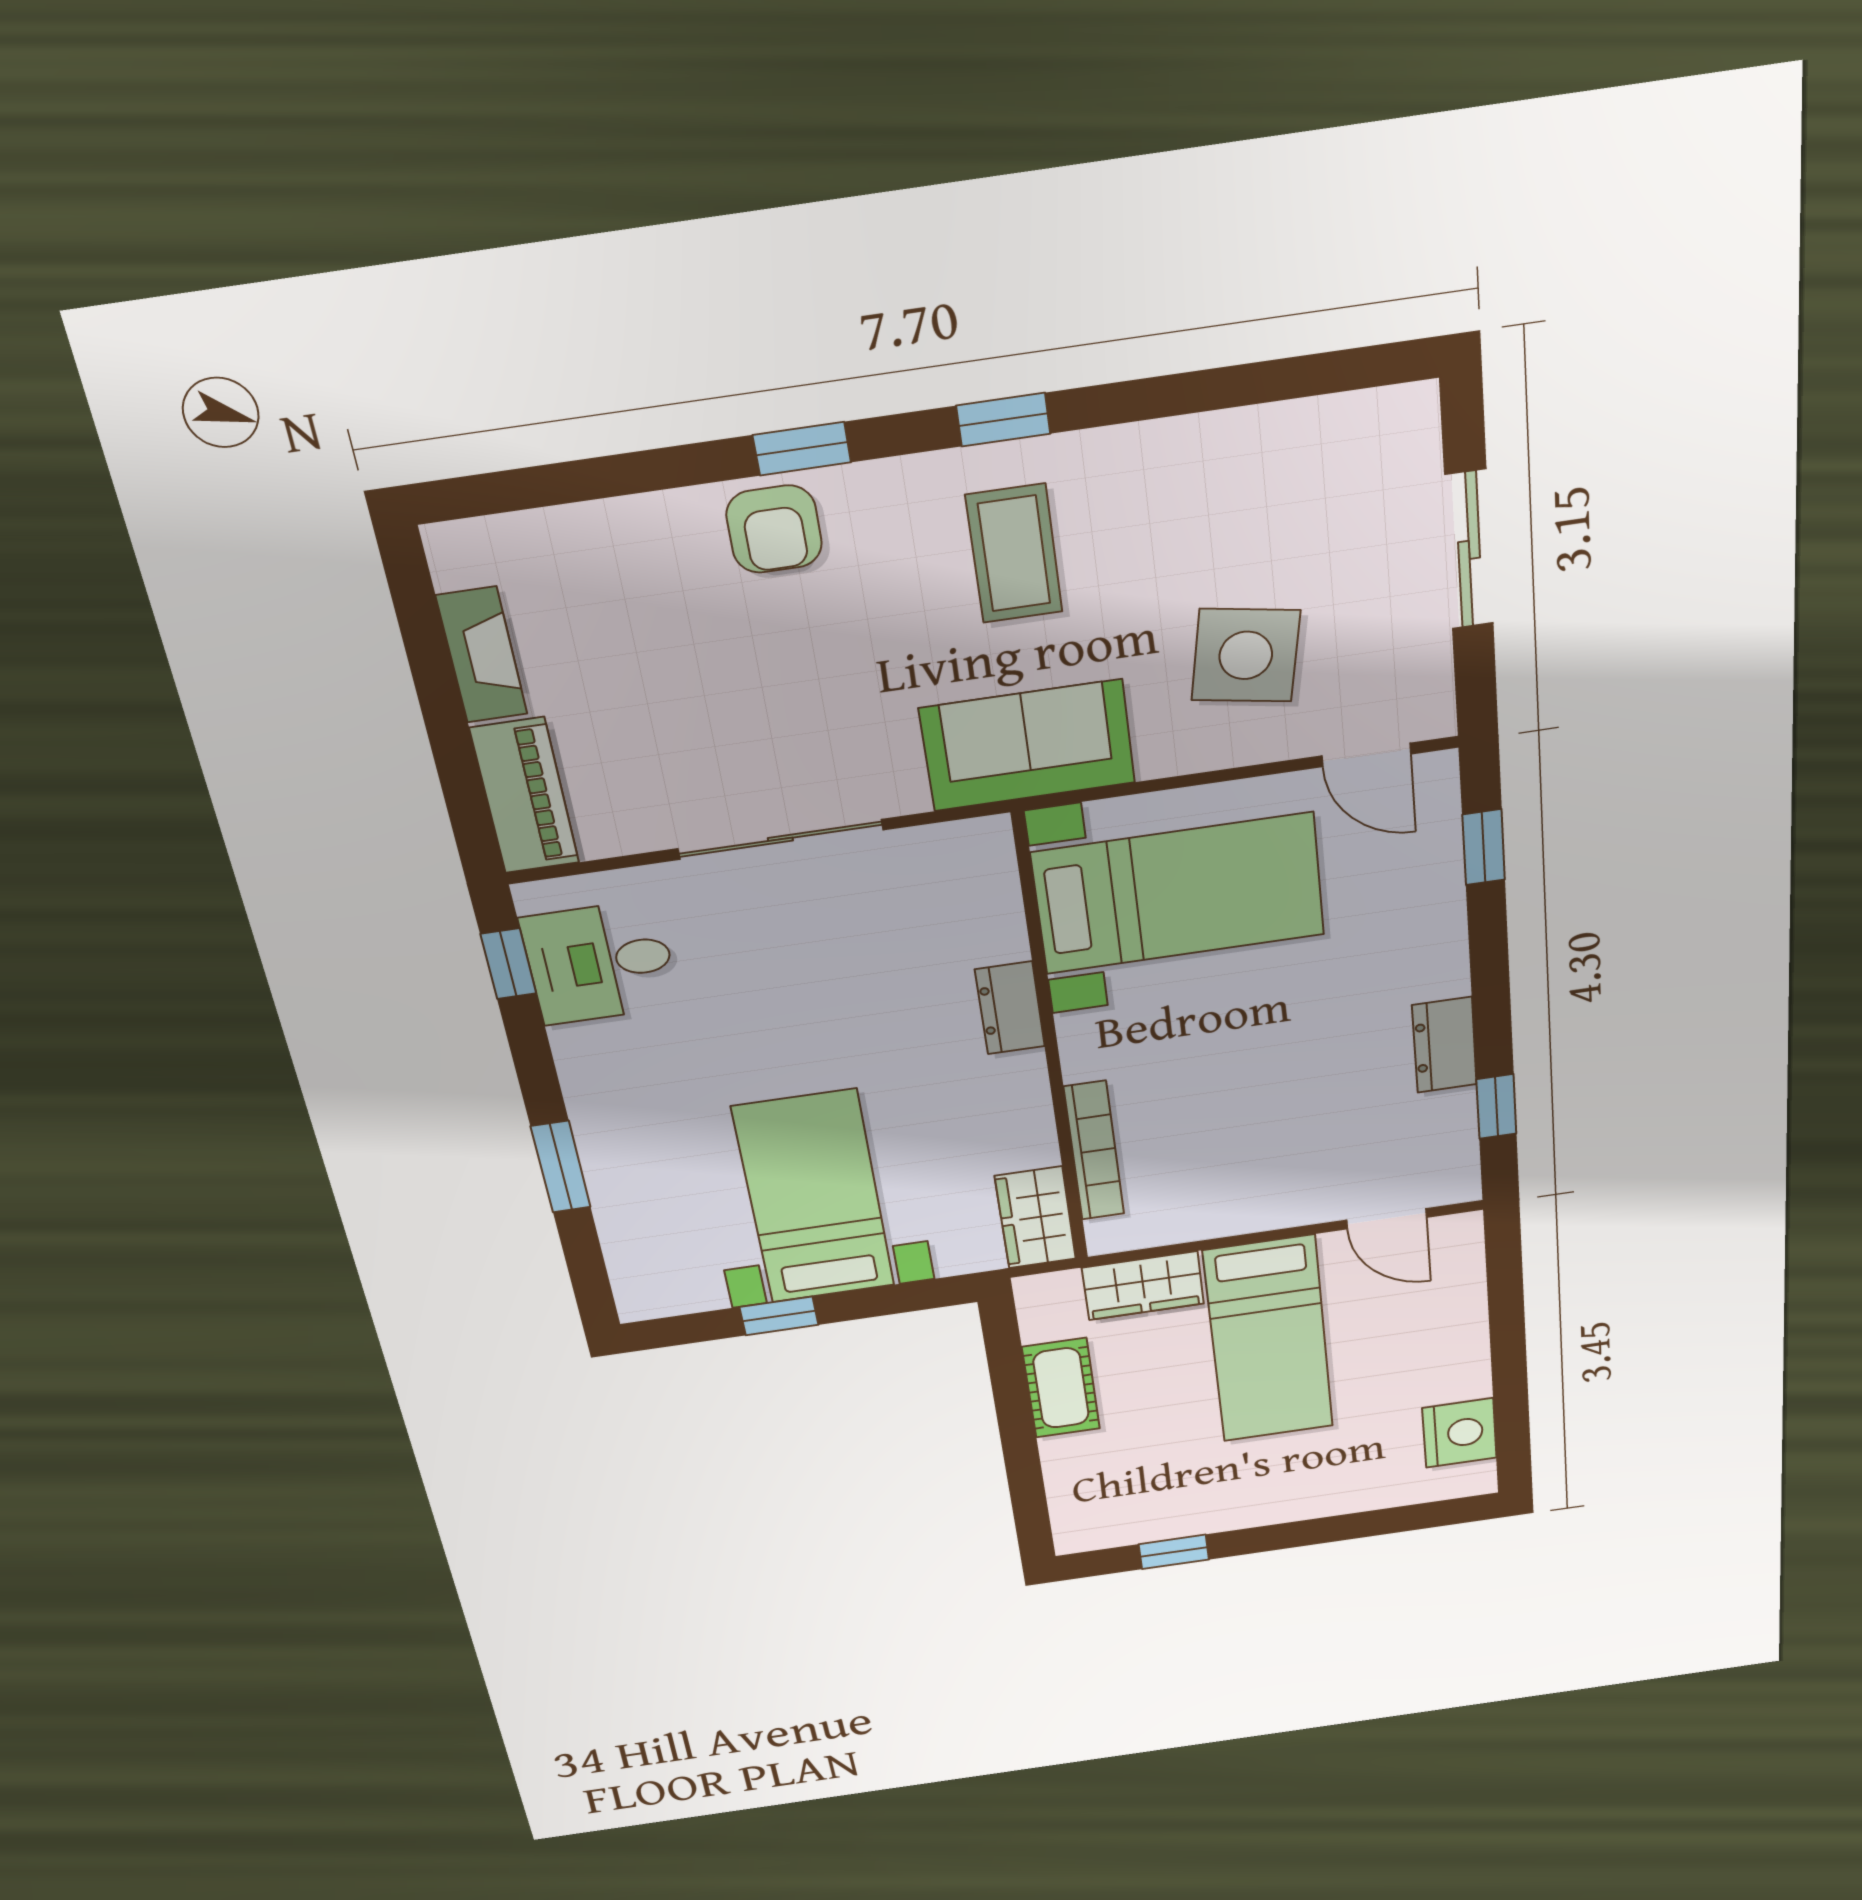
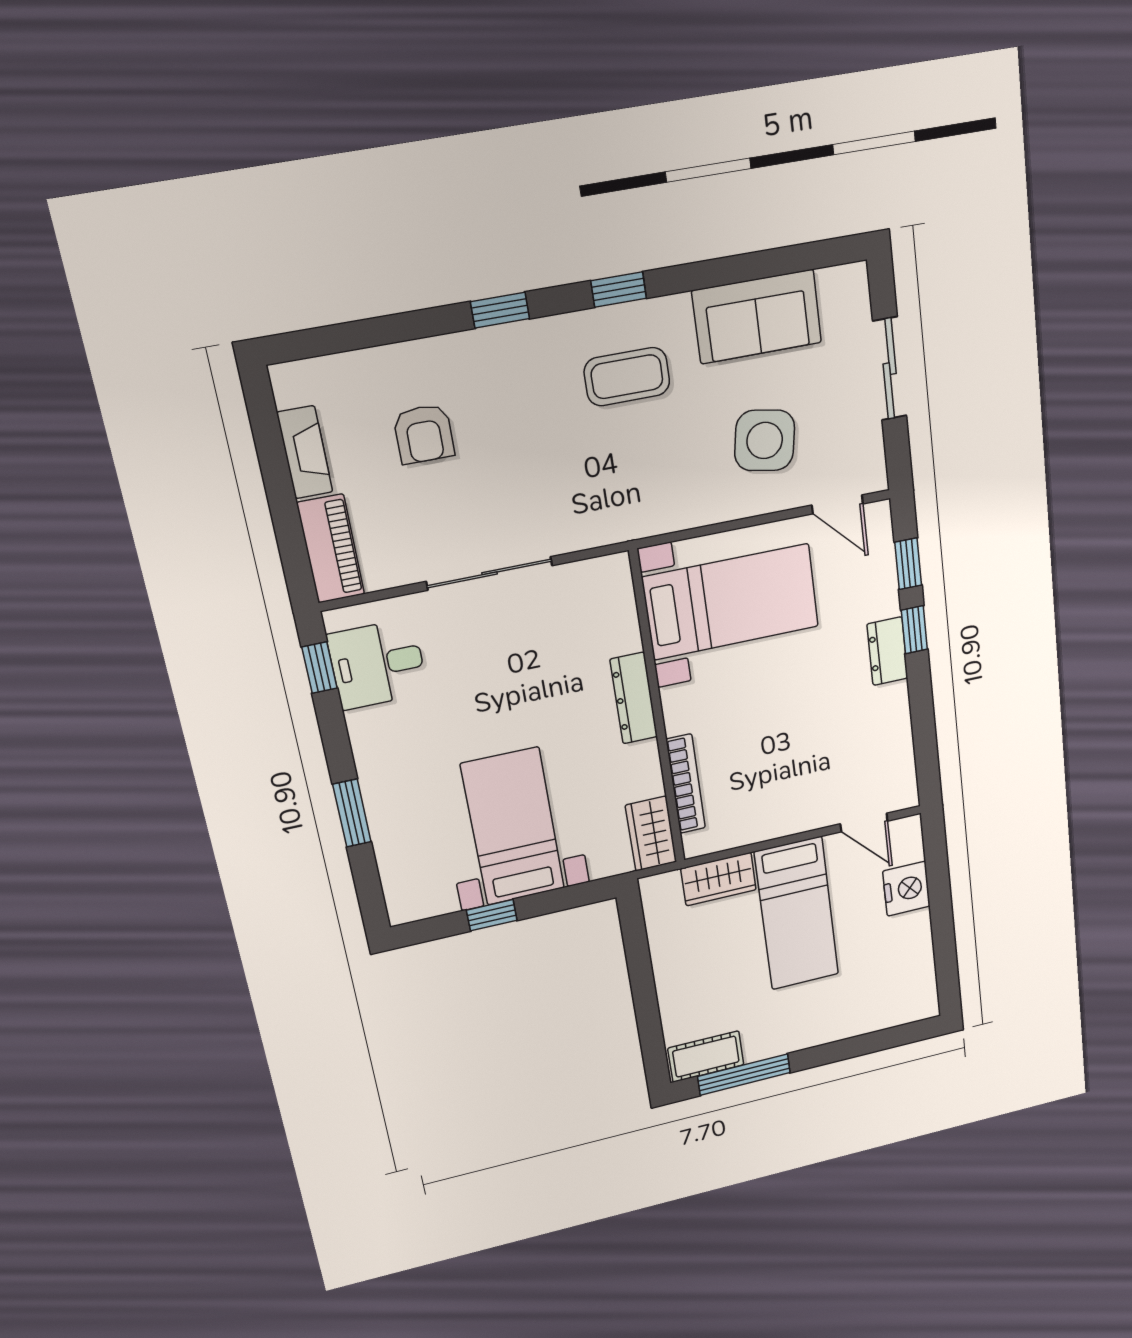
armchair: (774, 529) -> (424, 434), moved
coffee table: (1014, 554) -> (627, 377), turned 90
sofa: (1028, 745) -> (757, 317), moved, turned 180
dresser: (1010, 1008) -> (634, 698), width x1.44
dresser: (1445, 1045) -> (887, 651), moved
window: (1496, 1106) -> (914, 630), moved
cot: (1061, 1388) -> (706, 1057), moved, turned 90
nightstand: (1460, 1433) -> (906, 889), moved
window: (1174, 1552) -> (744, 1075), width x2.17

